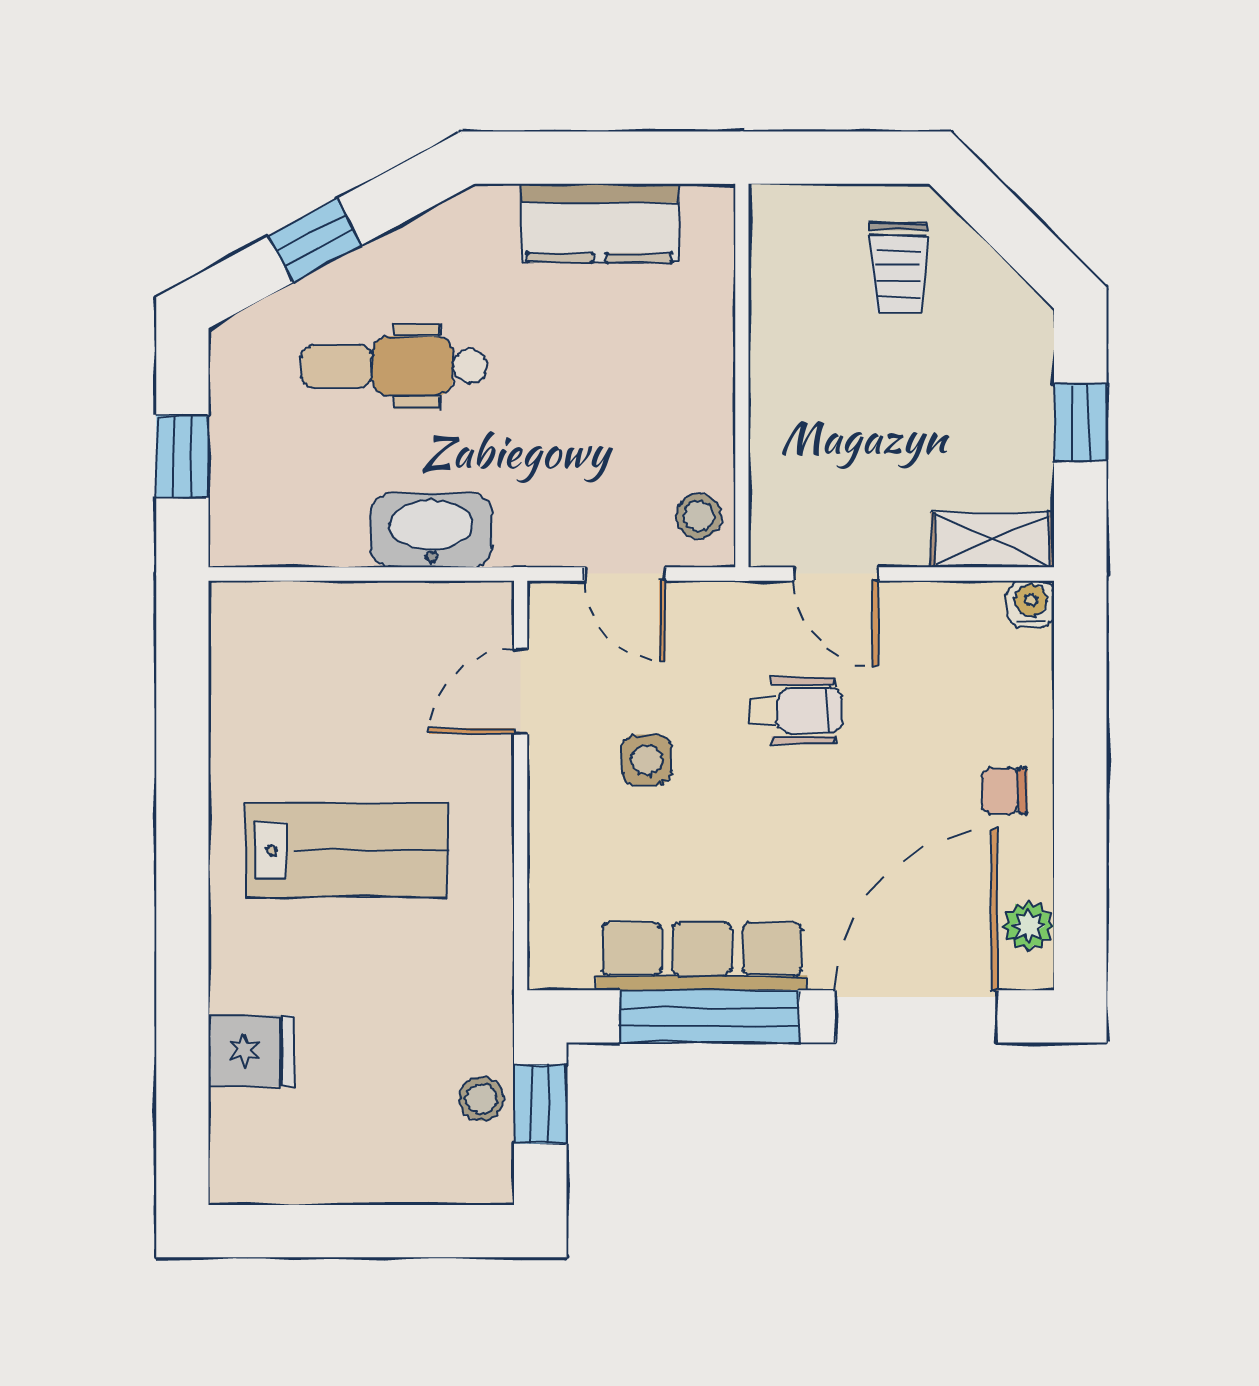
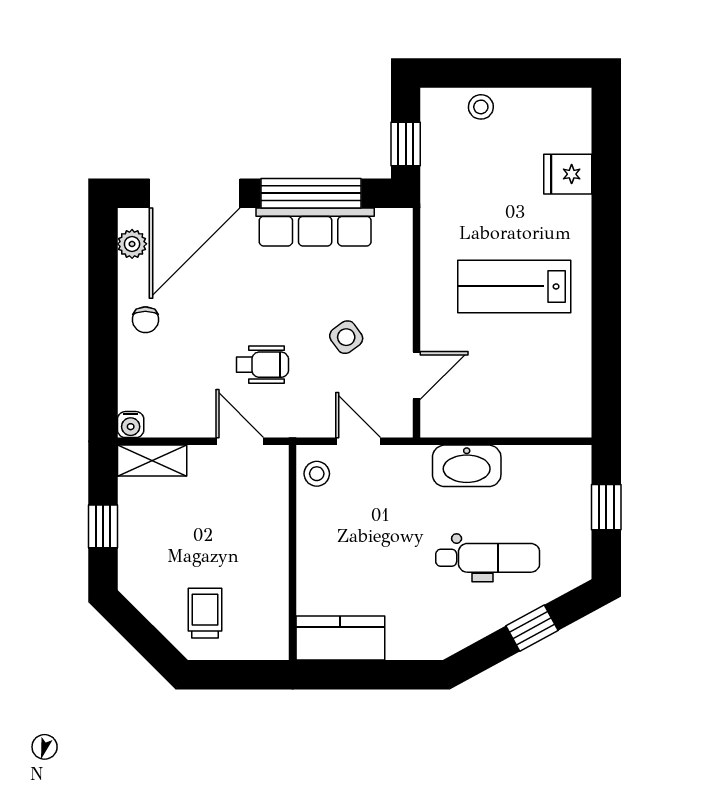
kitchen counter: (600, 223) -> (340, 638), moved
wheelchair: (796, 711) -> (262, 365), turned 180
side table: (646, 760) -> (346, 337), turned -36
chair: (1004, 791) -> (145, 320), turned 90
stool: (481, 1099) -> (481, 107), moved

